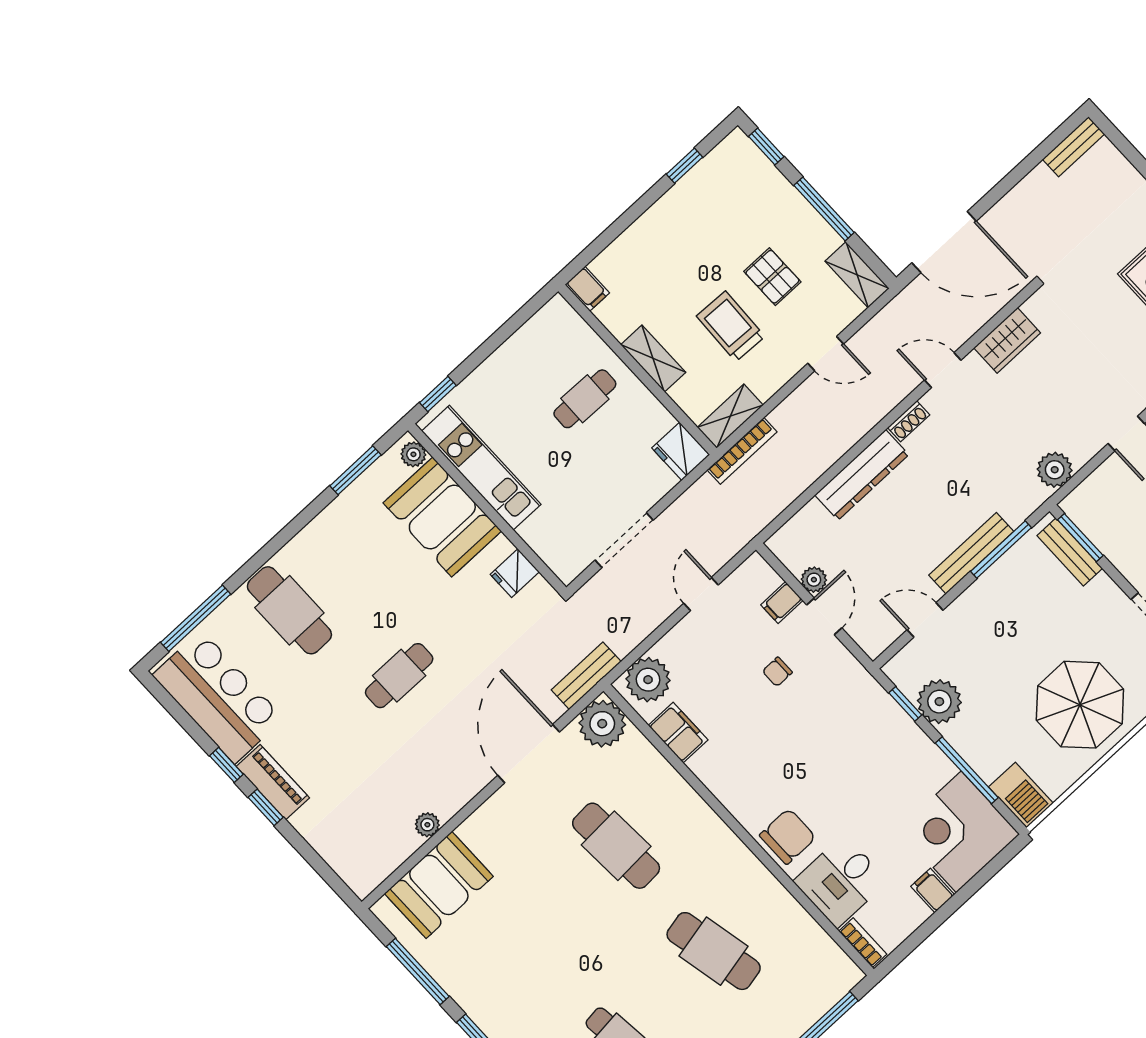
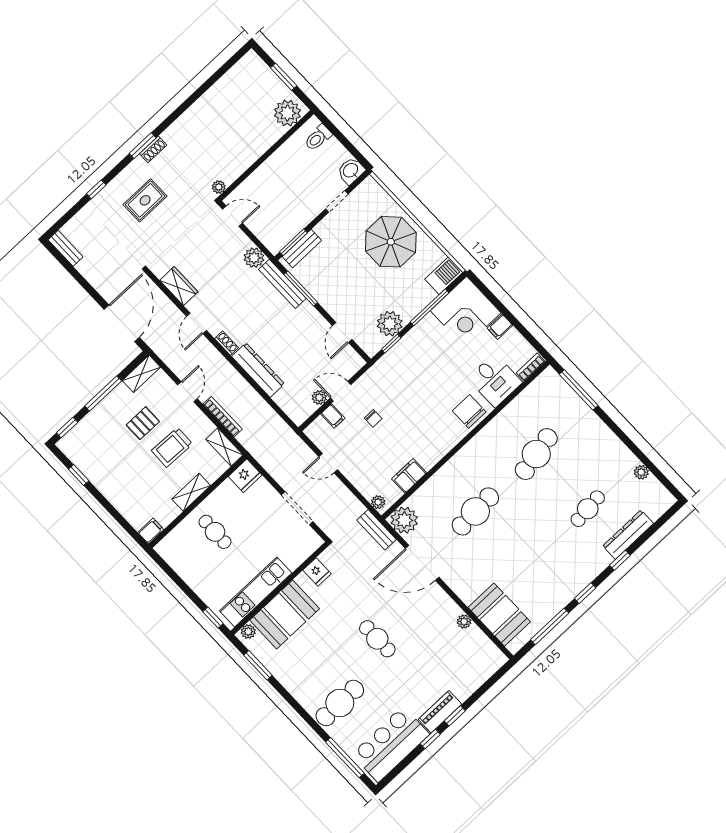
bookcase: (742, 451) -> (223, 417), moved
bench: (971, 553) -> (282, 284), moved
plant: (648, 680) -> (378, 502), width x0.53, depth x0.53

